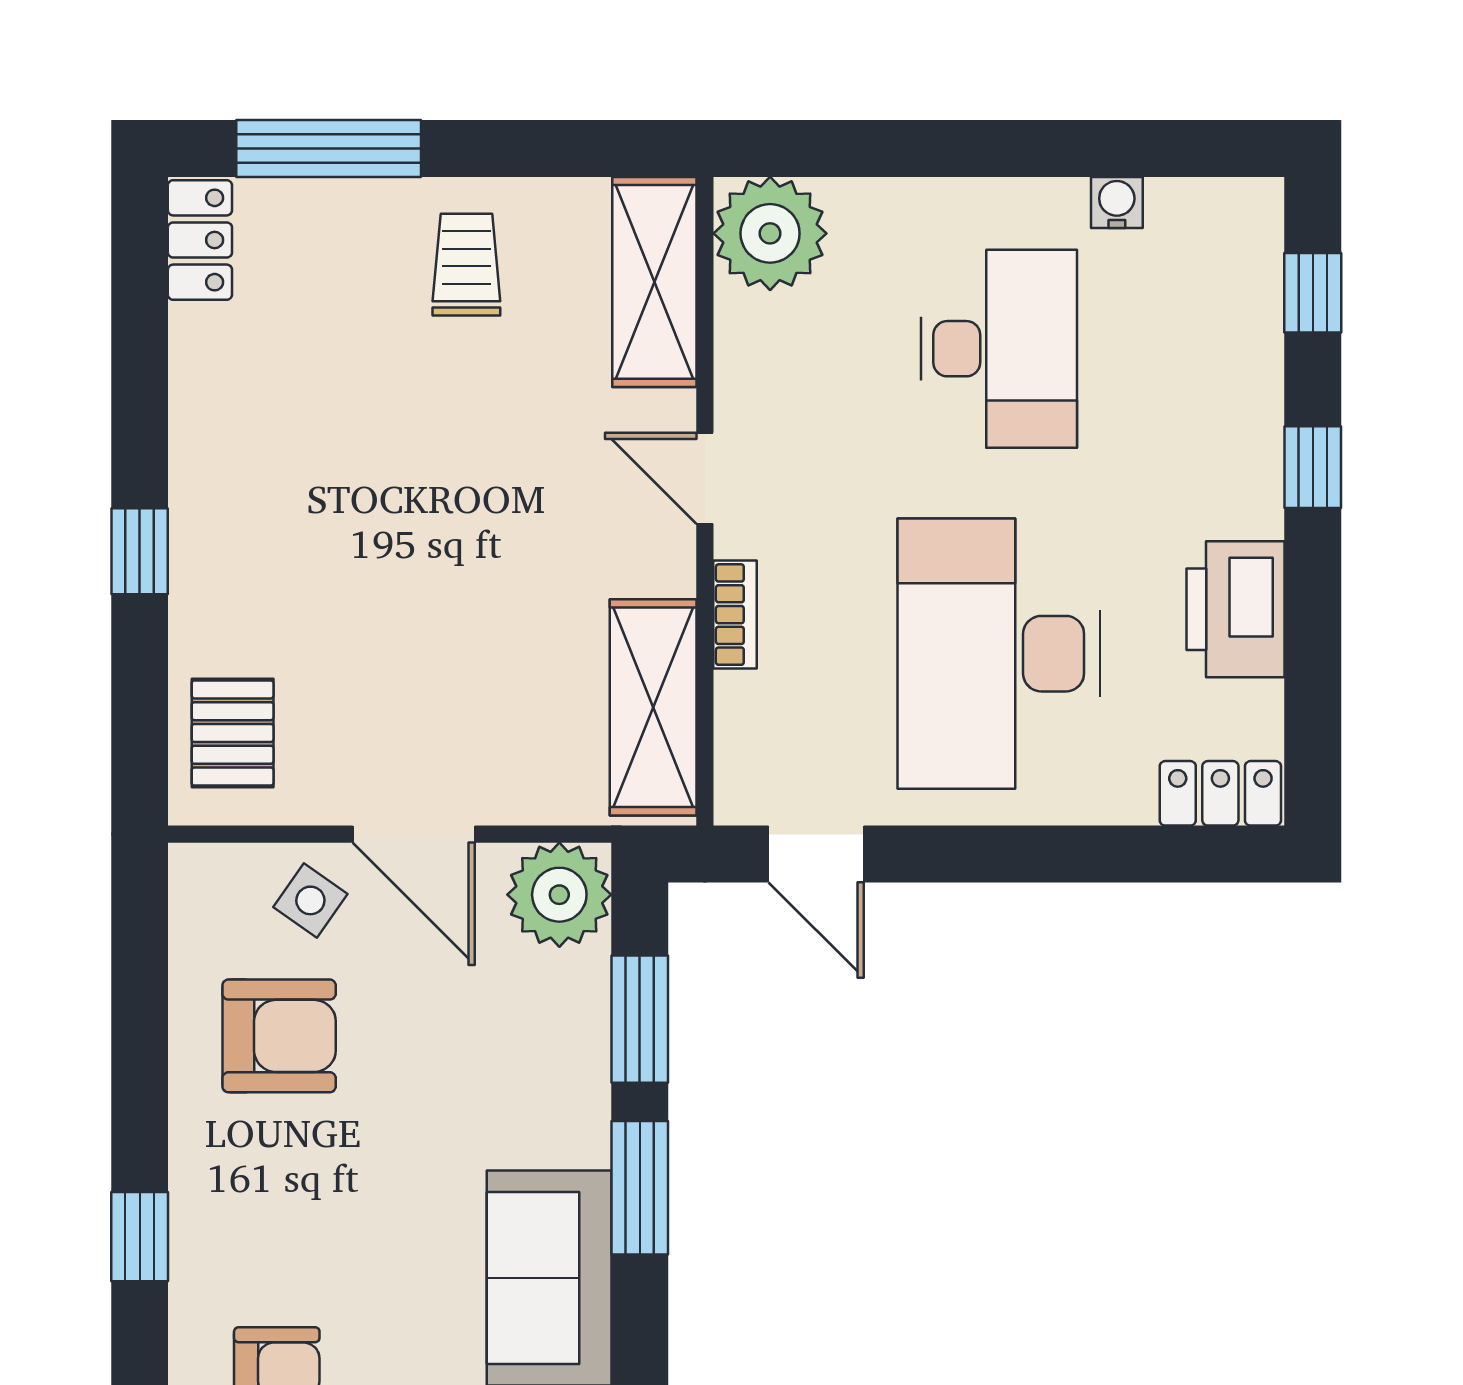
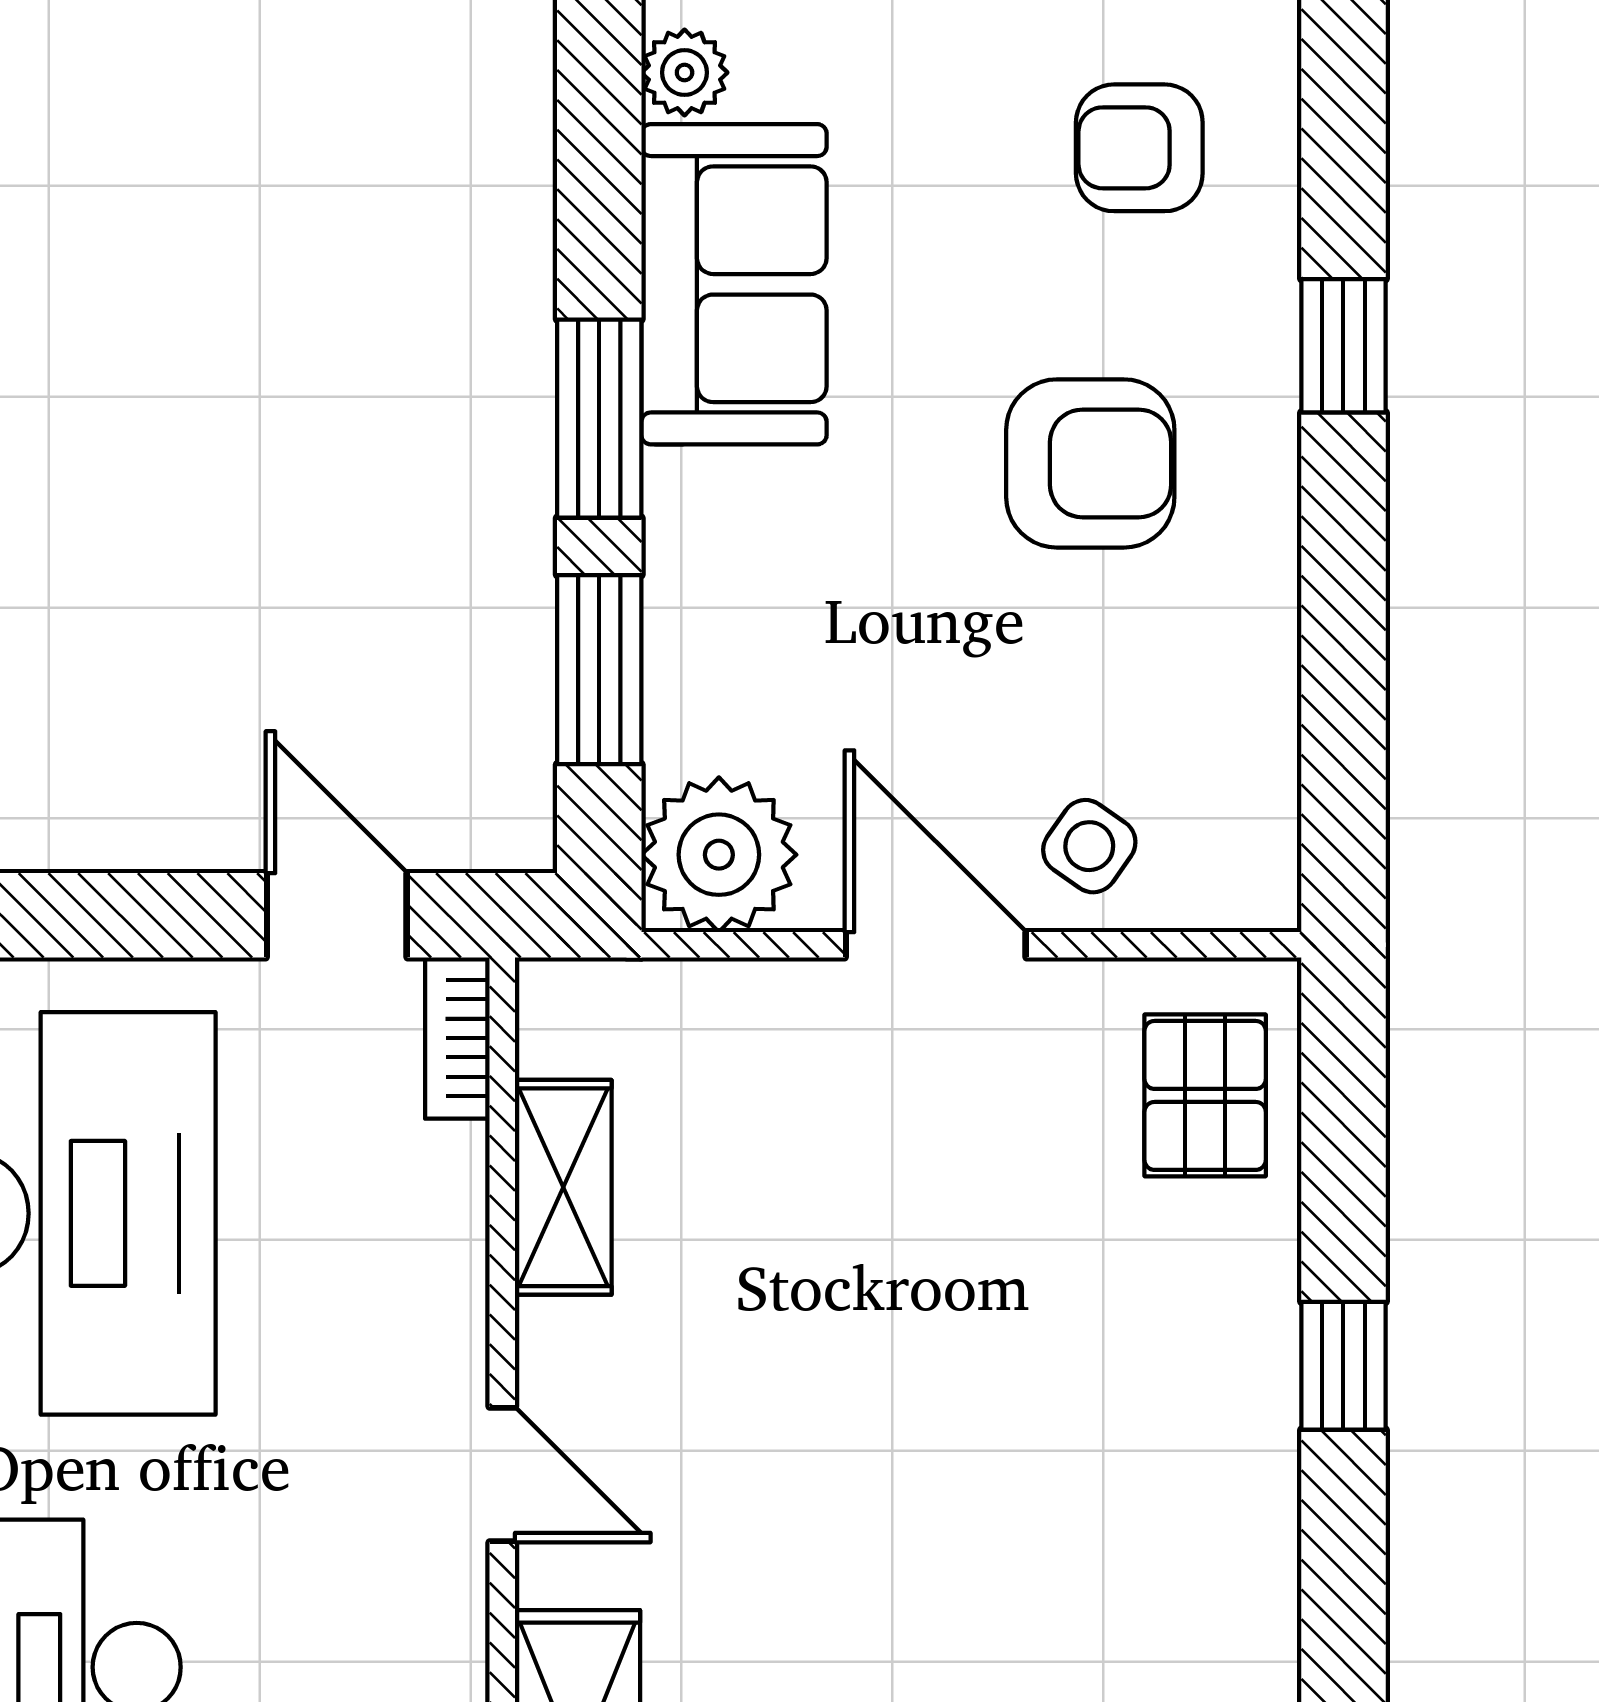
bookcase: (735, 615) -> (457, 1038), moved
shelving: (653, 707) -> (563, 1187), width x0.67, depth x0.75
armchair: (279, 1036) -> (1090, 463), moved, turned 180

